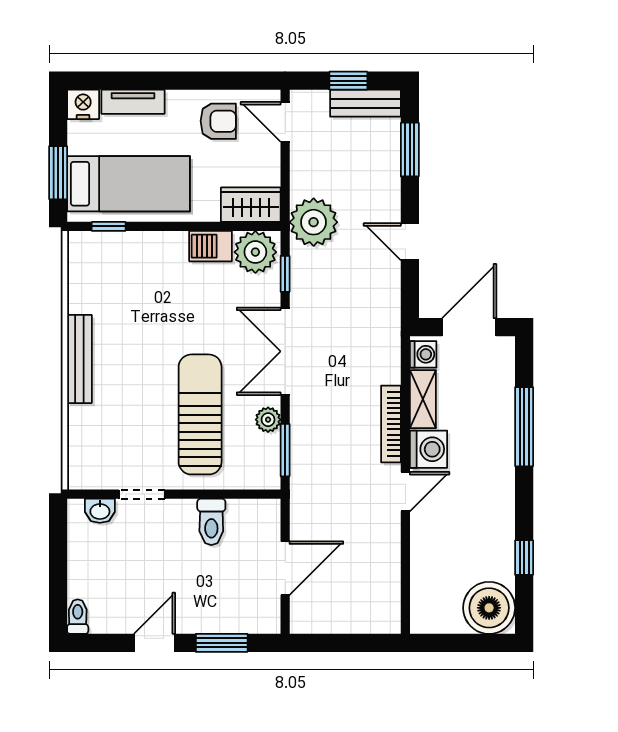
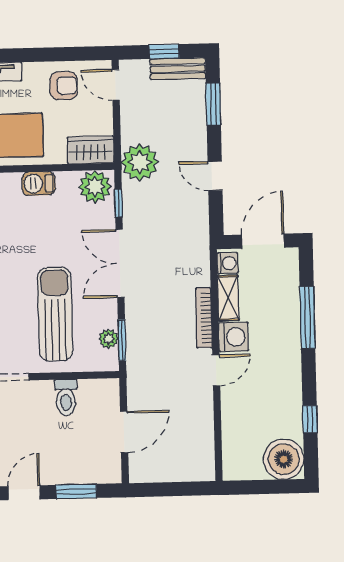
barbecue: (211, 246) -> (39, 184), moved
plant: (268, 420) -> (109, 339), moved

